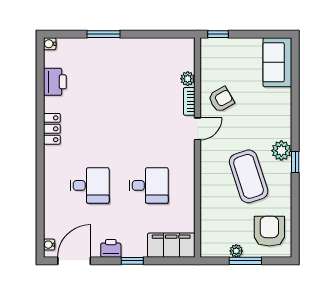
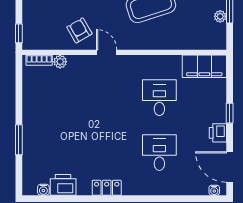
water cooler: (50, 44) -> (43, 190), moved
bookcase: (189, 101) -> (39, 60), moved
filing cabinet: (171, 245) -> (204, 66), moved, turned -90

